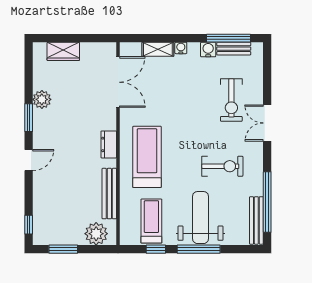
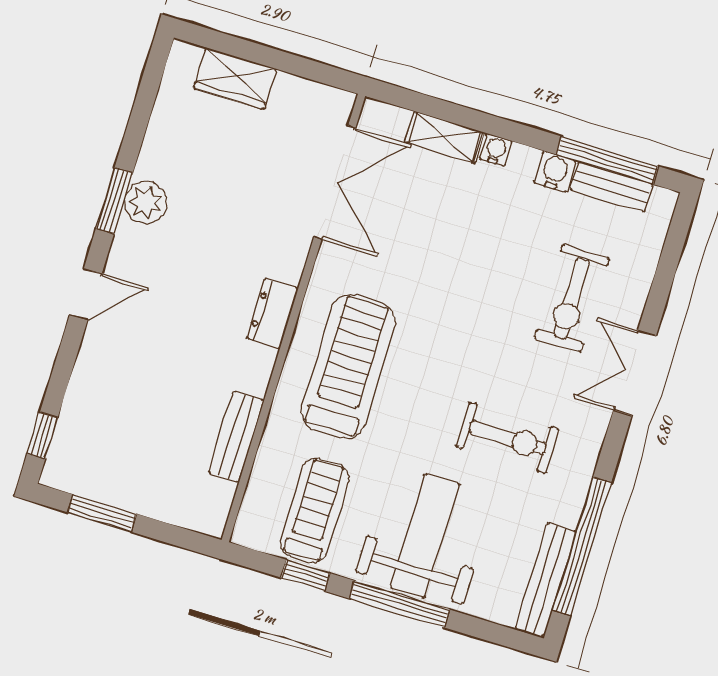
plant: (42, 99) -> (146, 202), moved
bench: (109, 194) -> (236, 437), width x0.73
plant: (96, 234) -> (185, 501), removed

